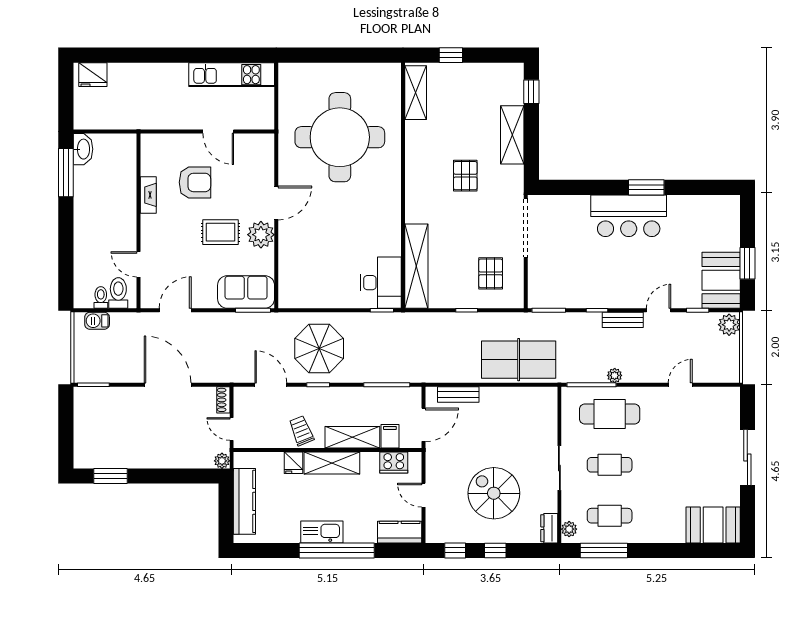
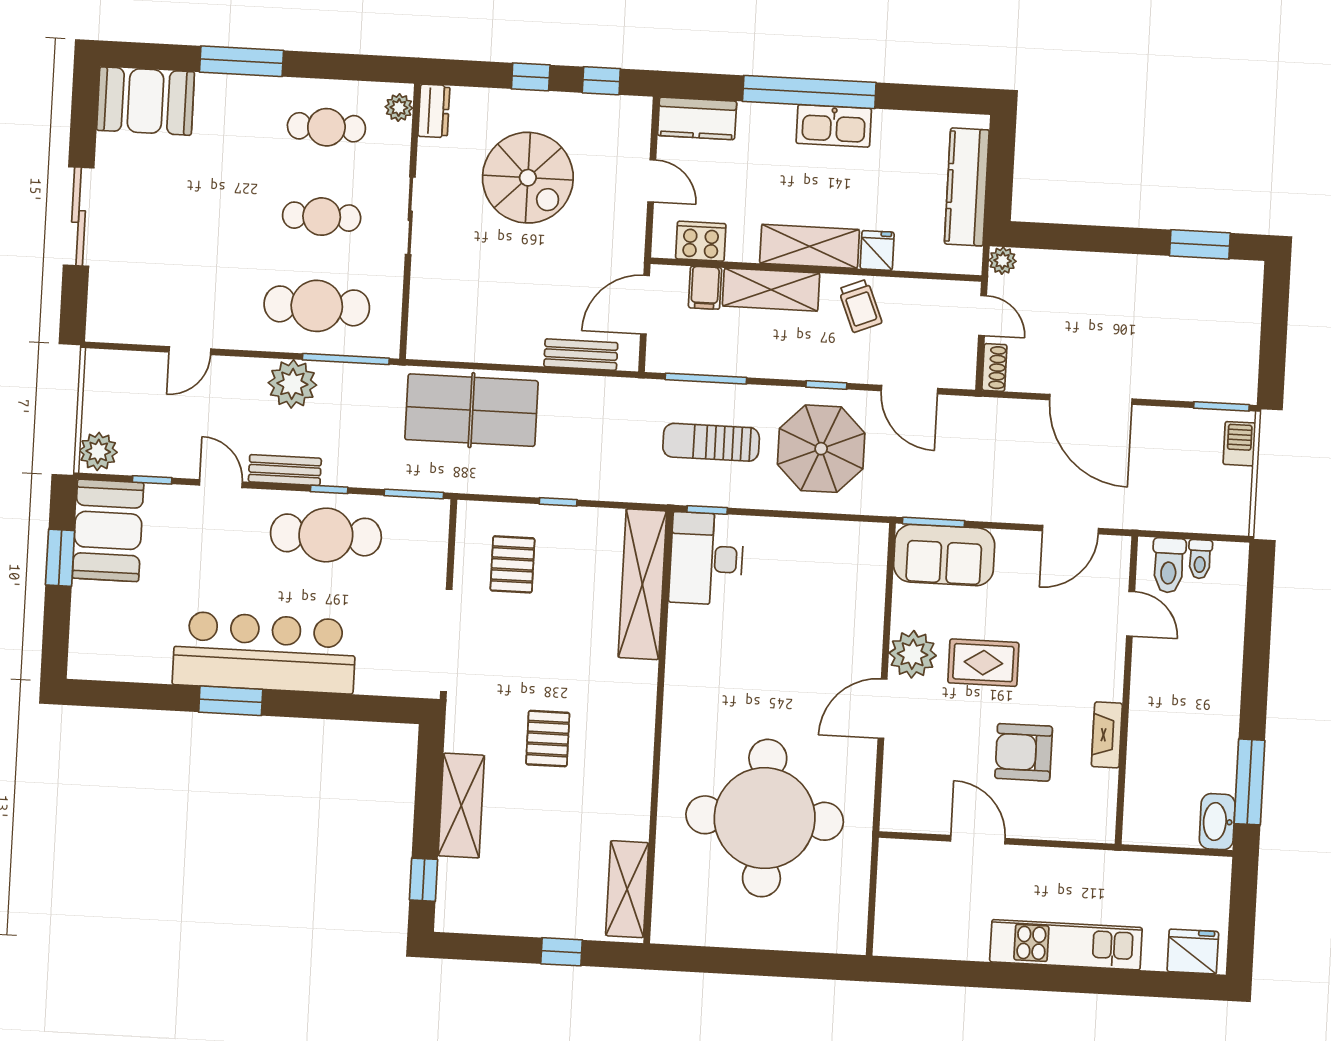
kitchen unit: (232, 75) -> (1066, 945), moved
bar counter: (629, 216) -> (264, 653), width x1.36
cafe table: (597, 284) -> (326, 535), added
door: (659, 310) -> (221, 484), swing flipped
barbecue: (97, 321) -> (1239, 444), moved, turned -90
sun lounger: (382, 349) -> (711, 442), added
plant: (615, 375) -> (292, 384), width x1.88, depth x1.88
window: (604, 550) -> (242, 61), moved

